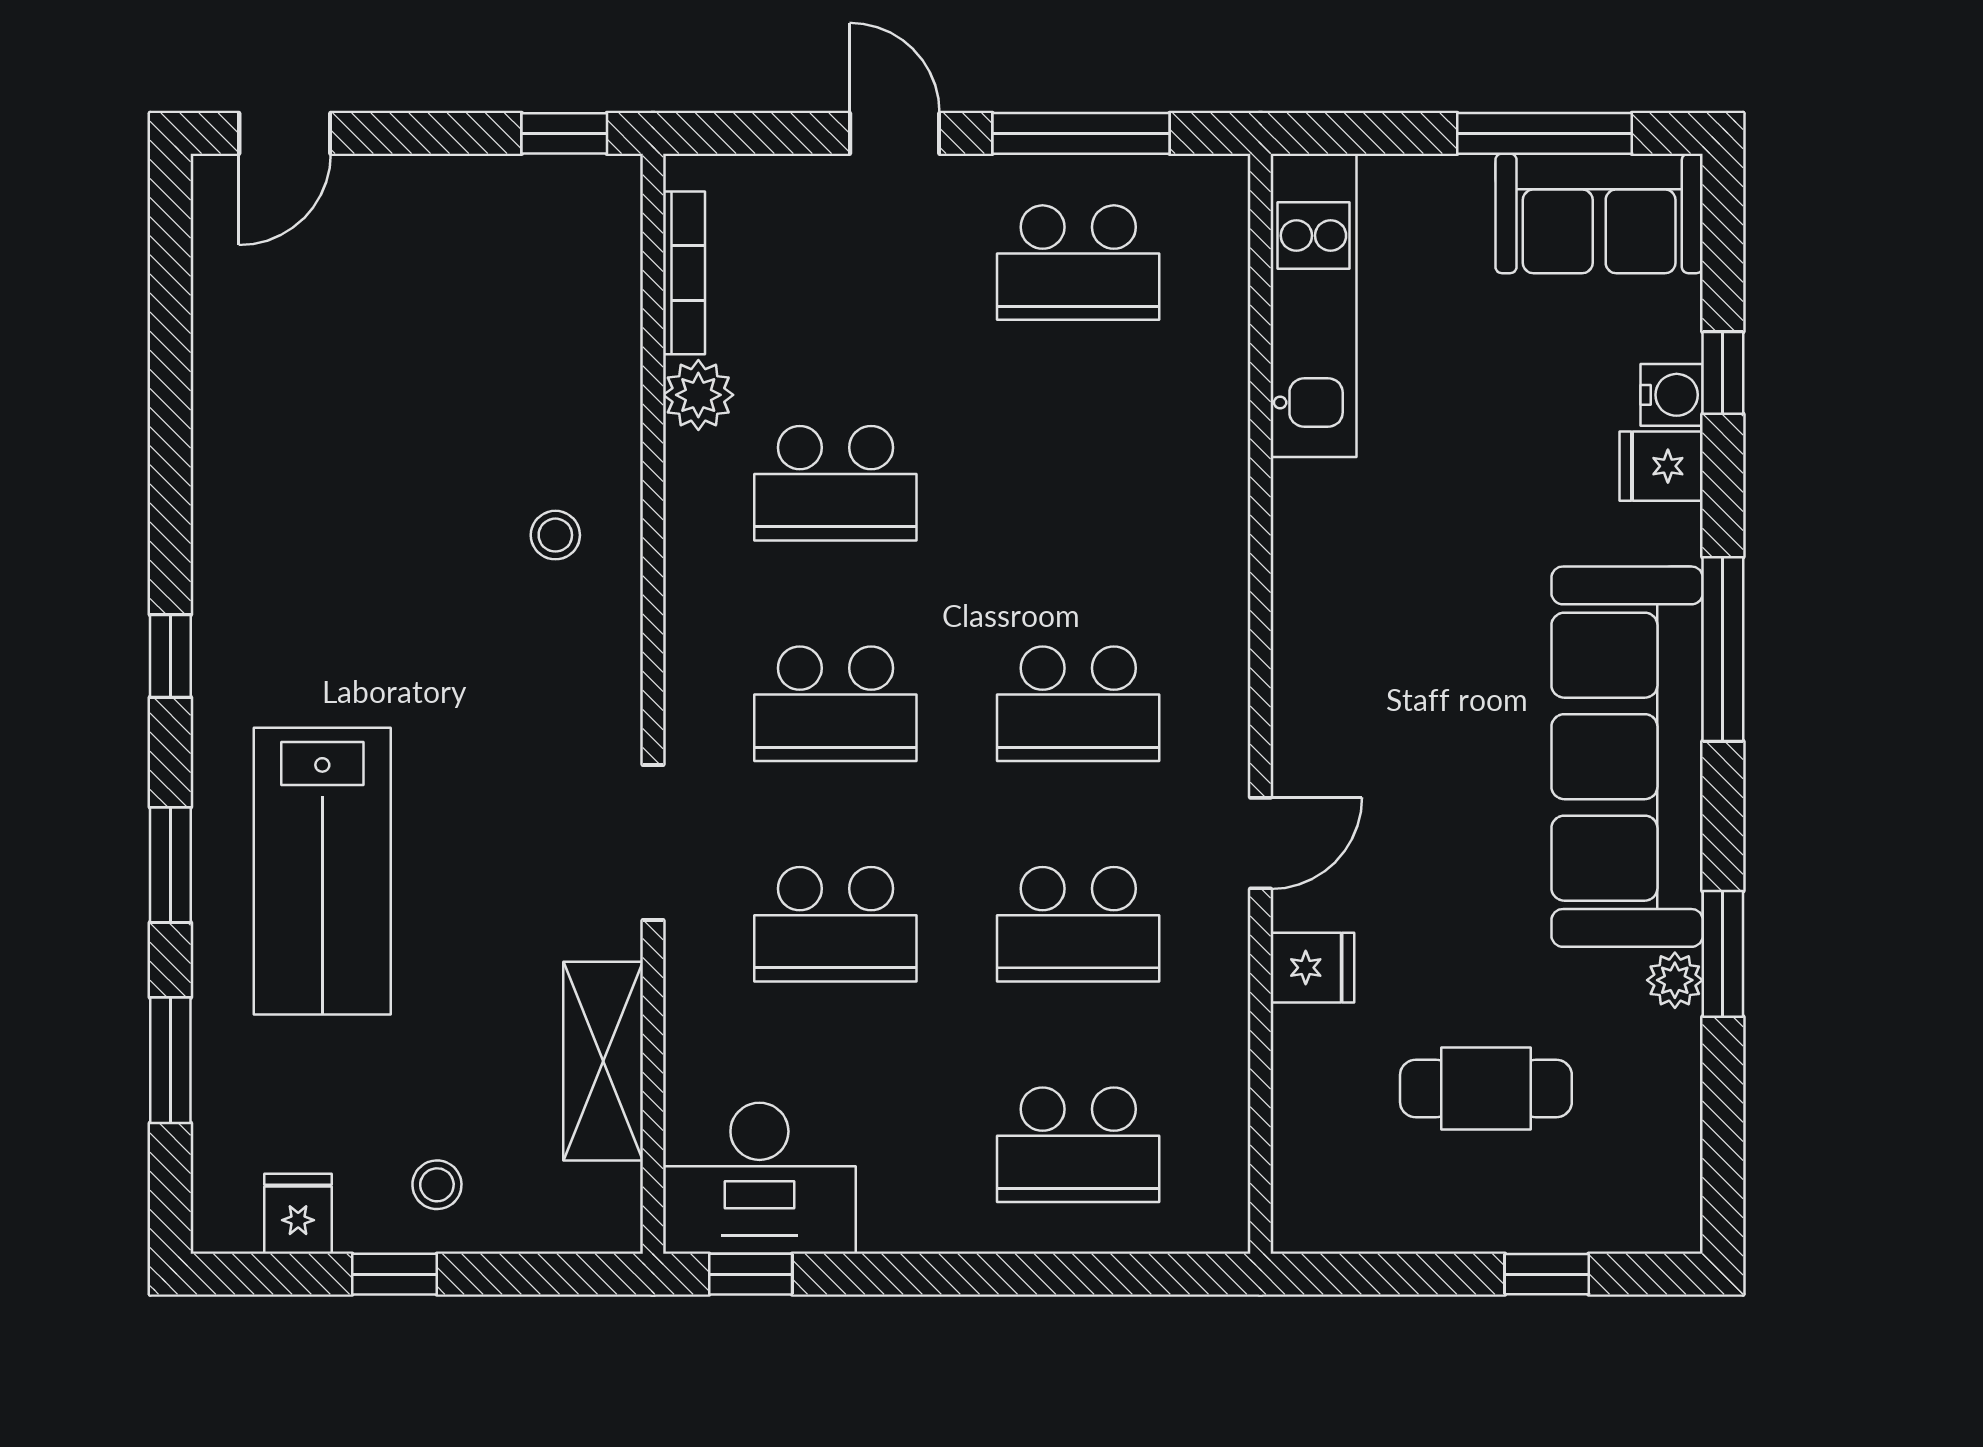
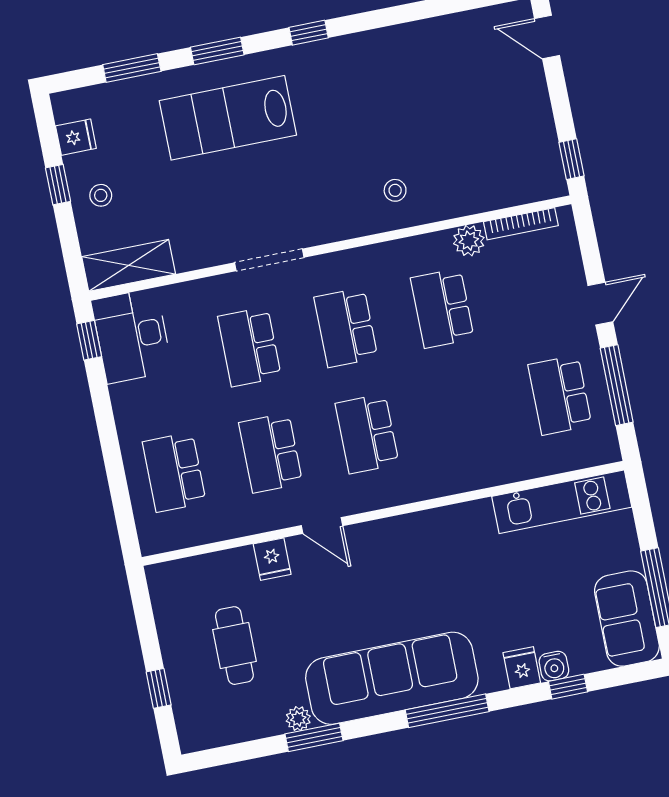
shelving: (603, 1061) -> (129, 265), moved

